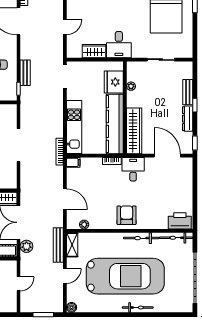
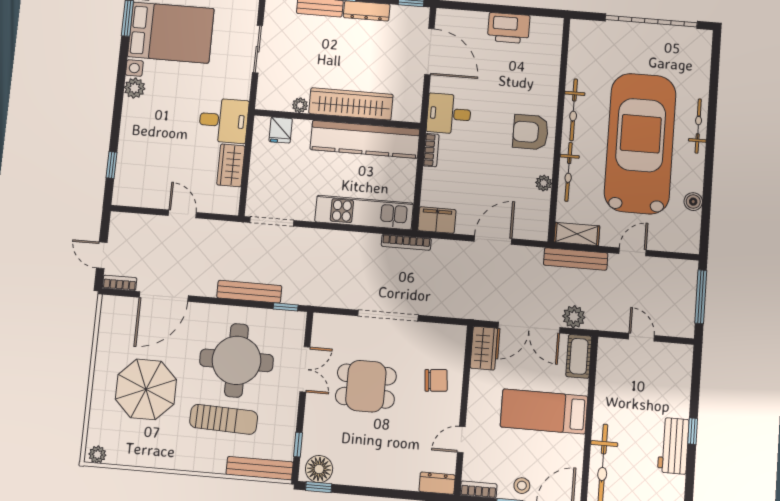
bench: (25, 73) -> (249, 292), width x1.36
fridge: (114, 82) -> (281, 130), width x0.53, depth x0.75
wardrobe: (134, 131) -> (351, 104), moved
door: (167, 156) -> (429, 52), swing flipped
filing cabinet: (73, 162) -> (437, 220), width x2.00
printer: (180, 221) -> (509, 28), moved, turned -90
plant: (84, 225) -> (544, 183), moved
bicycle: (176, 238) -> (569, 172), moved
door: (65, 276) -> (633, 252), hinge flipped
boiler: (72, 307) -> (693, 202), moved
window: (43, 315) -> (701, 297), width x1.44

